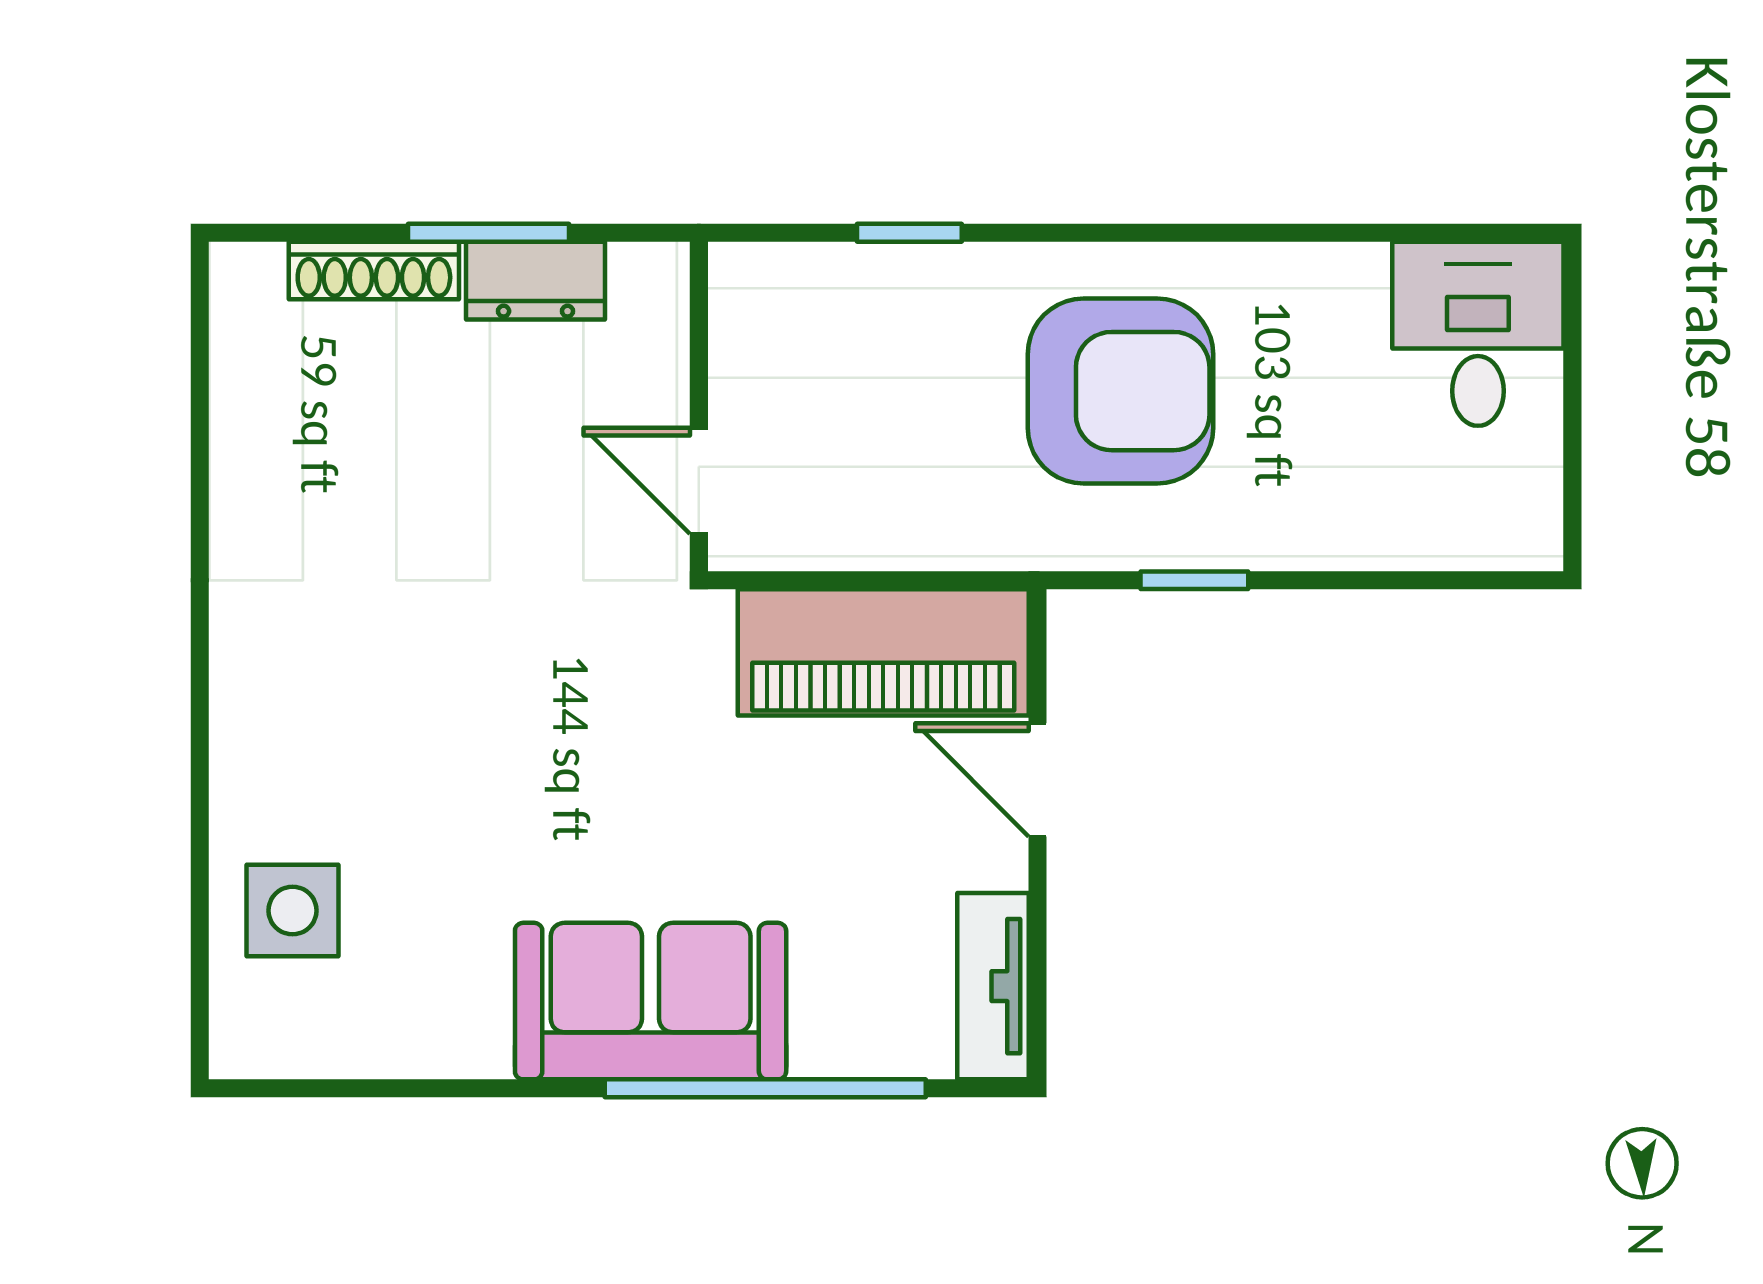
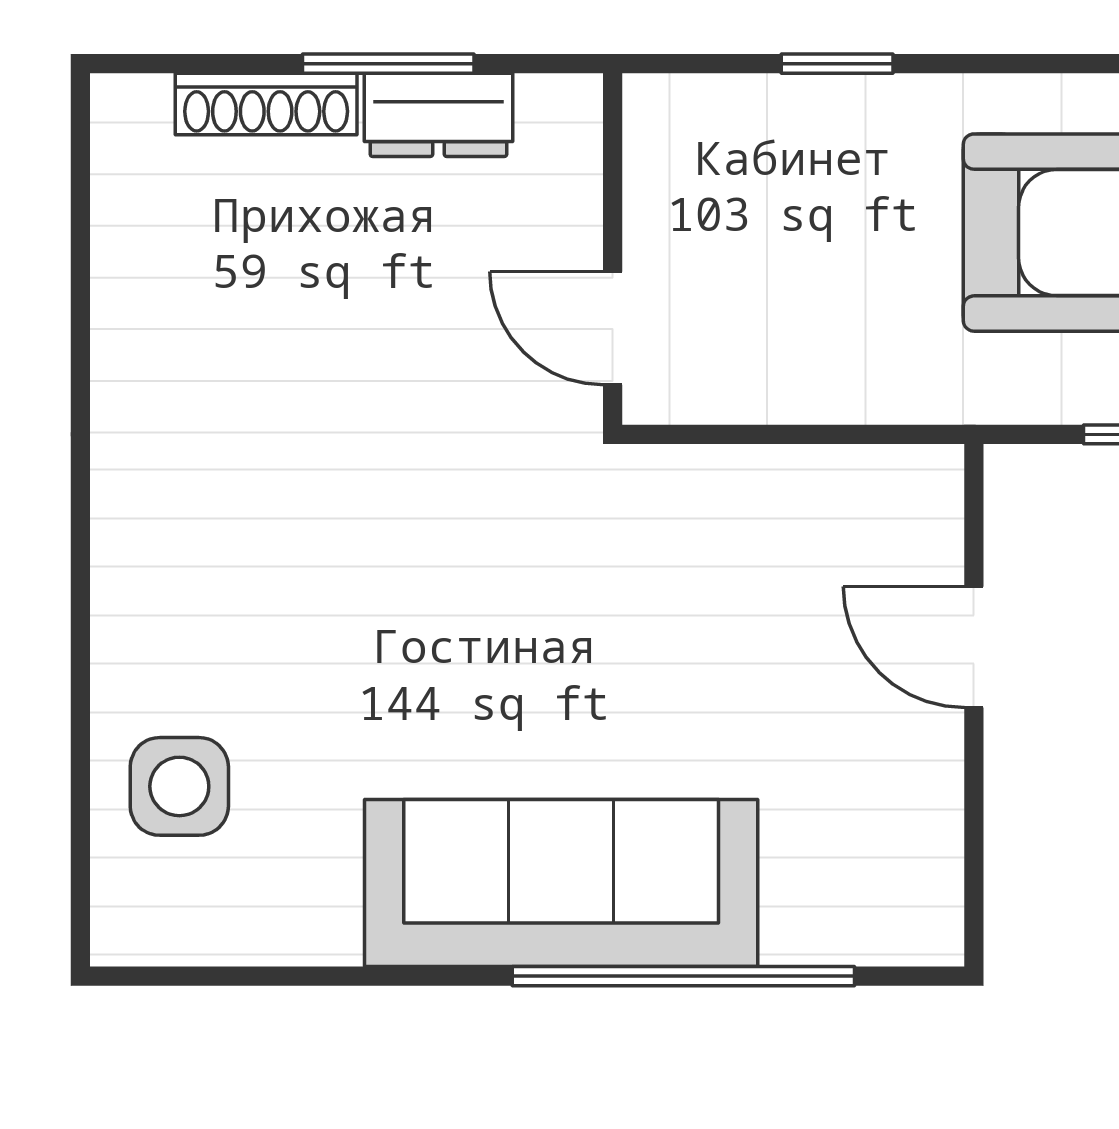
piano: (883, 652) -> (809, 511), removed
tv unit: (993, 986) -> (926, 867), removed
sofa: (651, 1001) -> (561, 883), width x1.36

